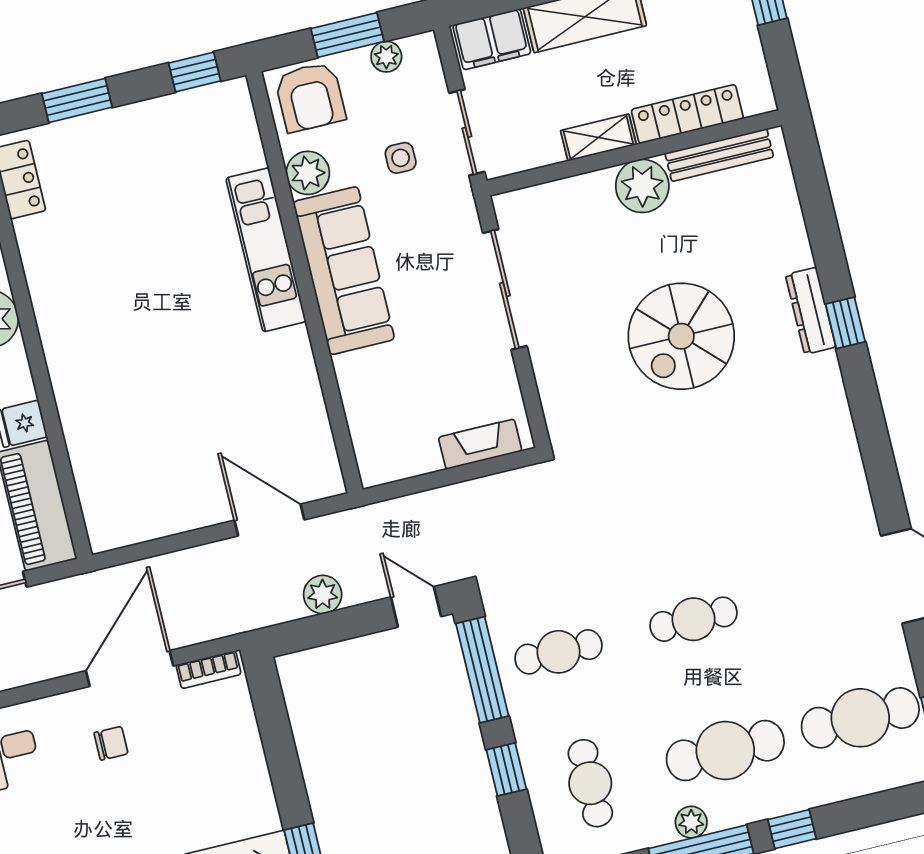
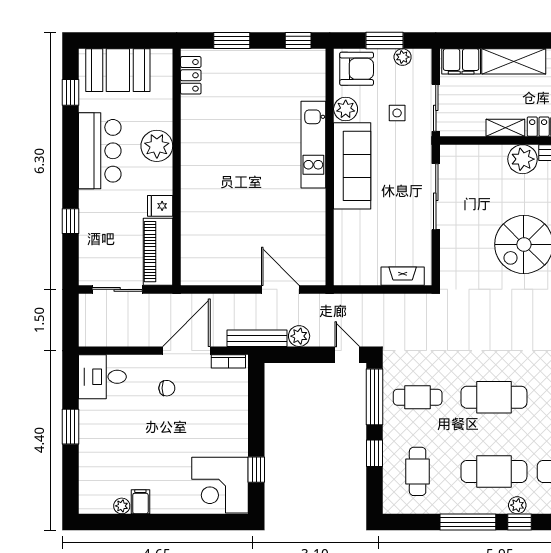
armchair: (310, 97) -> (357, 69), turned -90
bench: (249, 616) -> (257, 338), added
cafe table: (694, 619) -> (494, 397), width x1.37, depth x1.35
plant: (691, 822) -> (517, 505), moved

